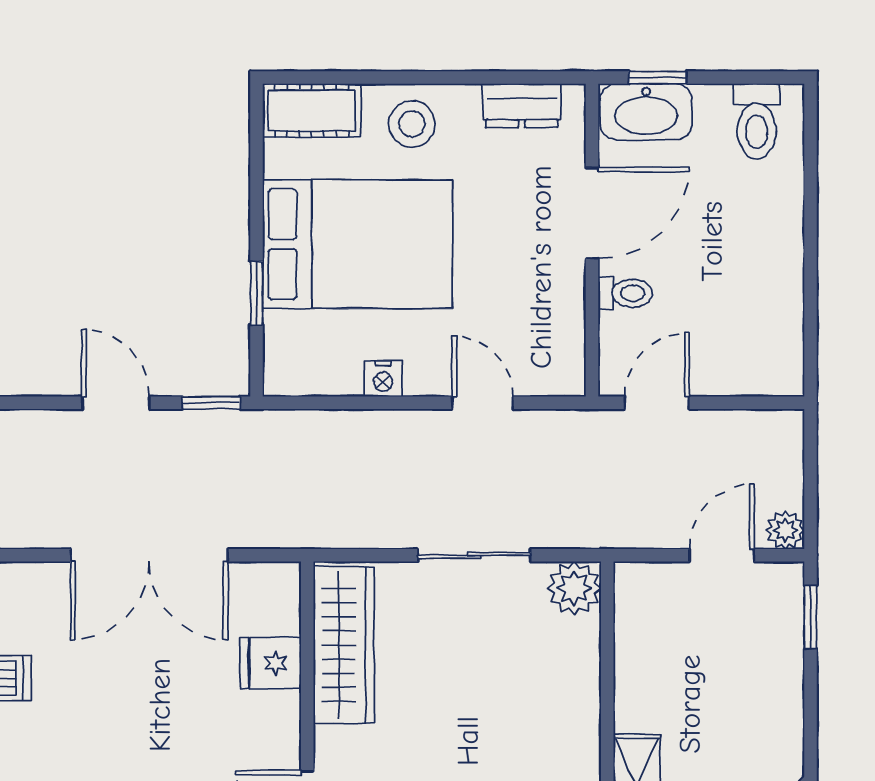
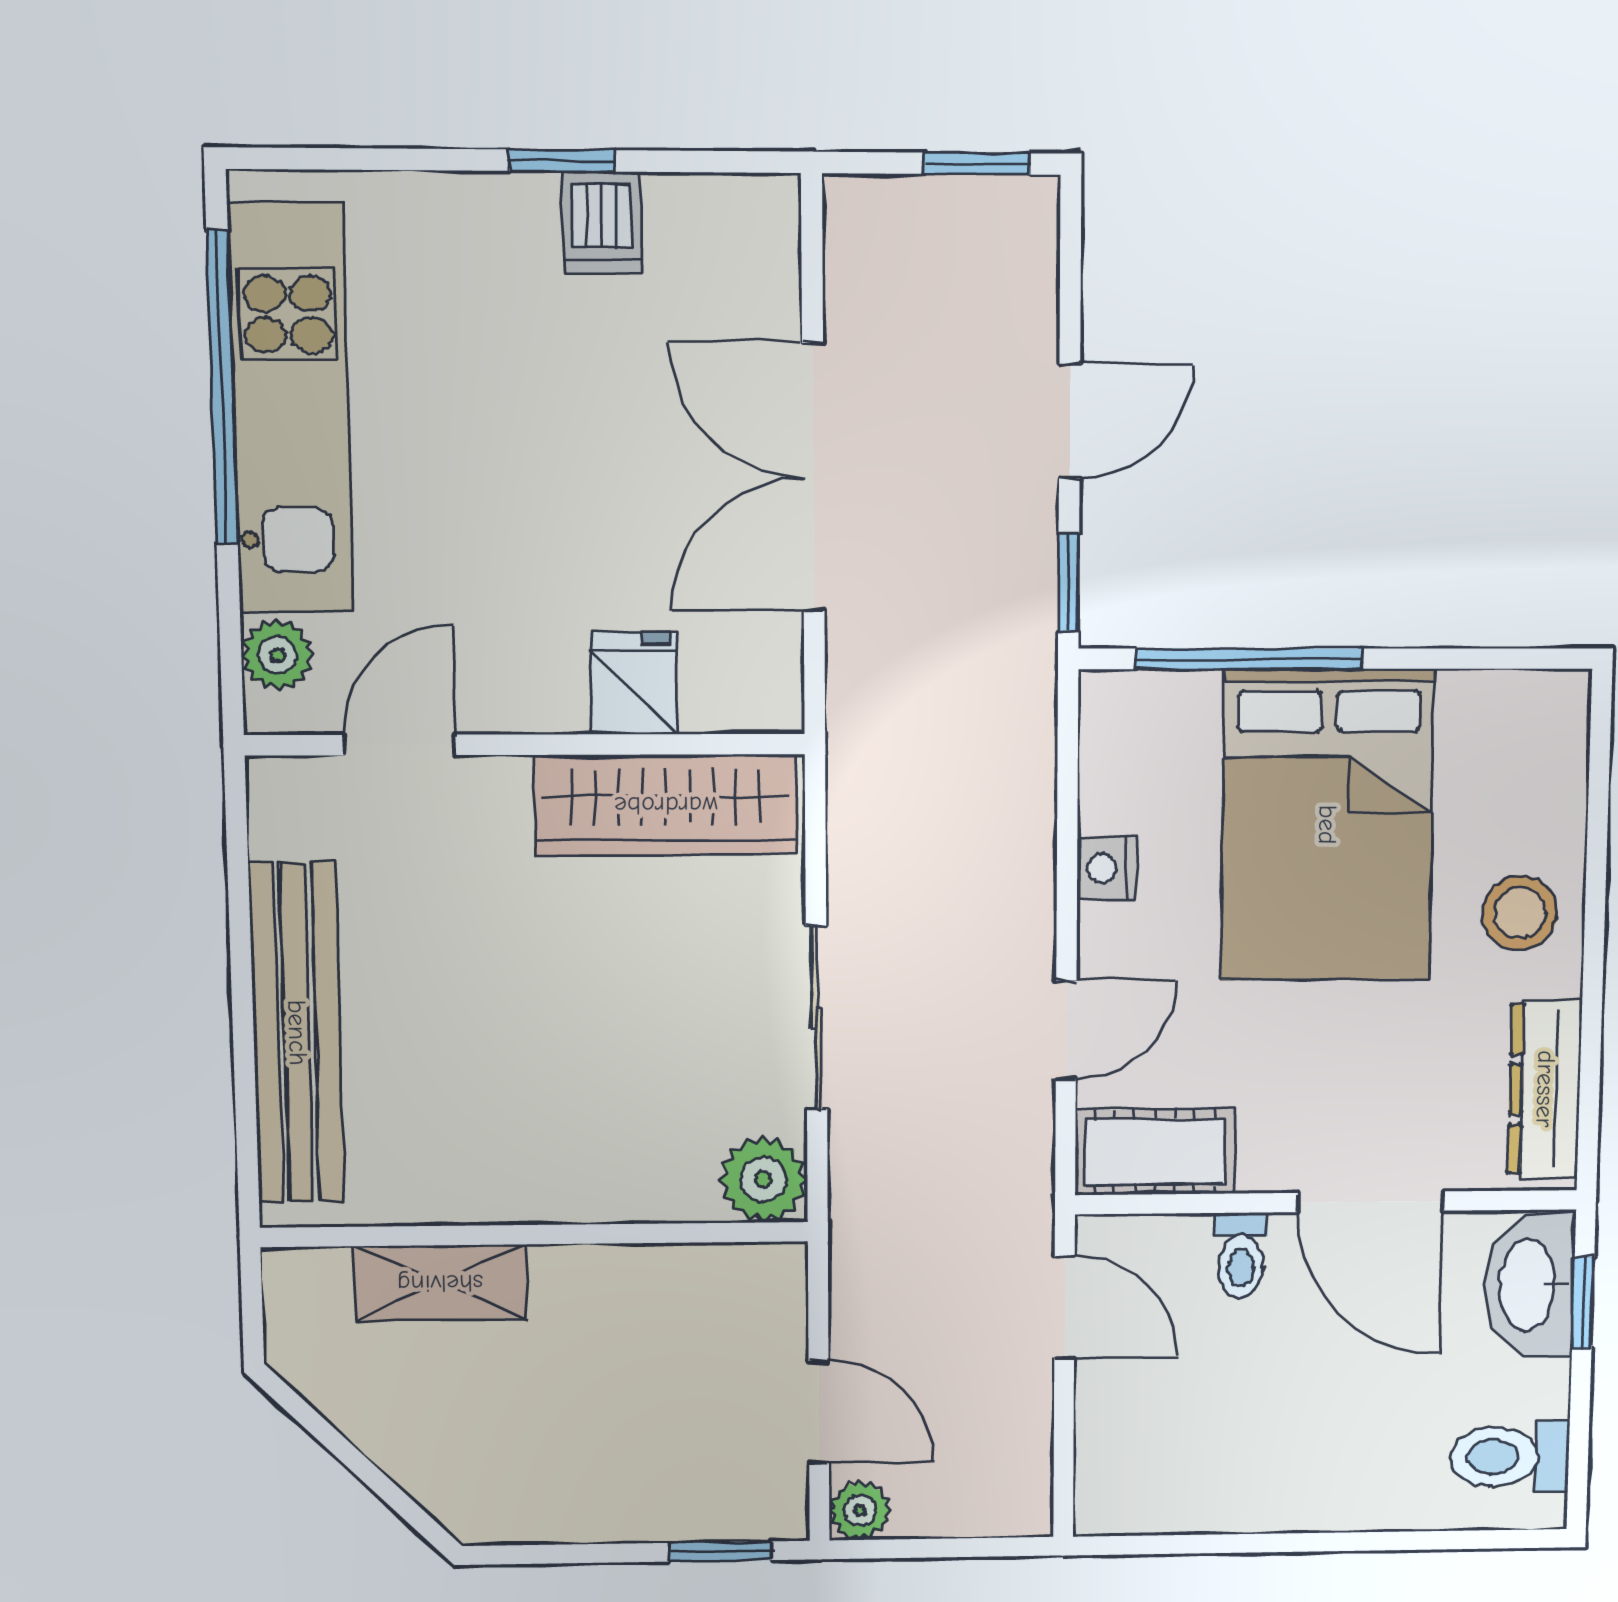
dresser: (522, 106) -> (1545, 1089), width x1.44
cot: (312, 110) -> (1155, 1152), moved, turned 90
window: (256, 293) -> (1249, 659), width x2.17

